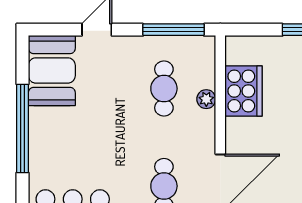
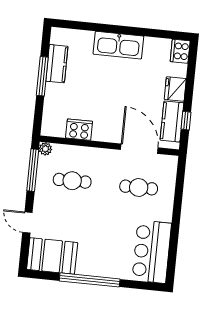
cooker: (244, 91) -> (79, 130), width x0.73, depth x0.76
plant: (206, 99) -> (45, 149), moved

